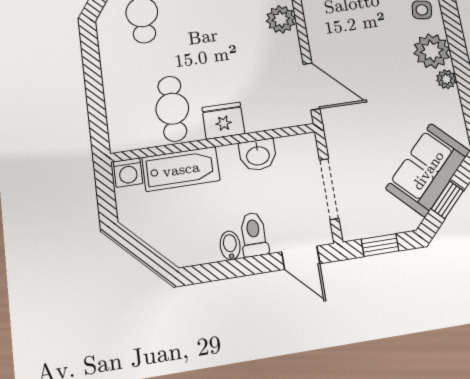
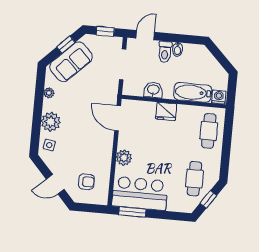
plant: (446, 79) -> (49, 93), moved
cafe table: (172, 109) -> (209, 131), moved
door: (301, 258) -> (145, 35), hinge flipped

